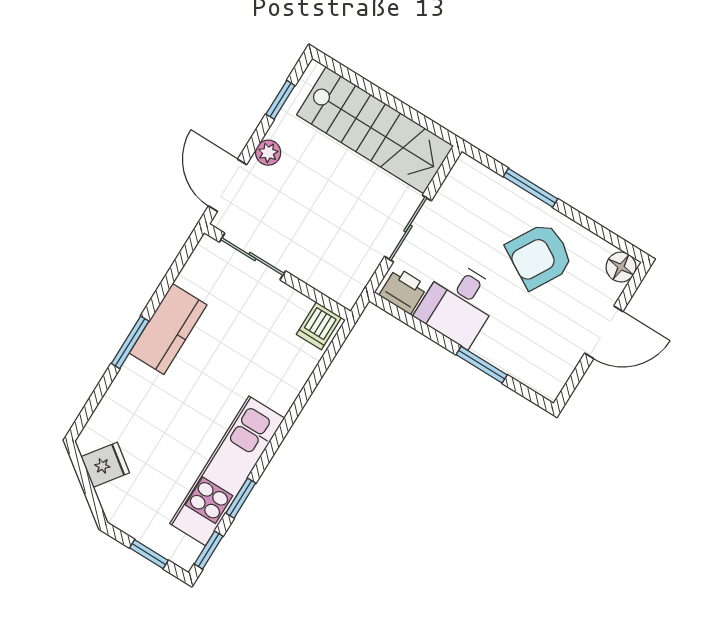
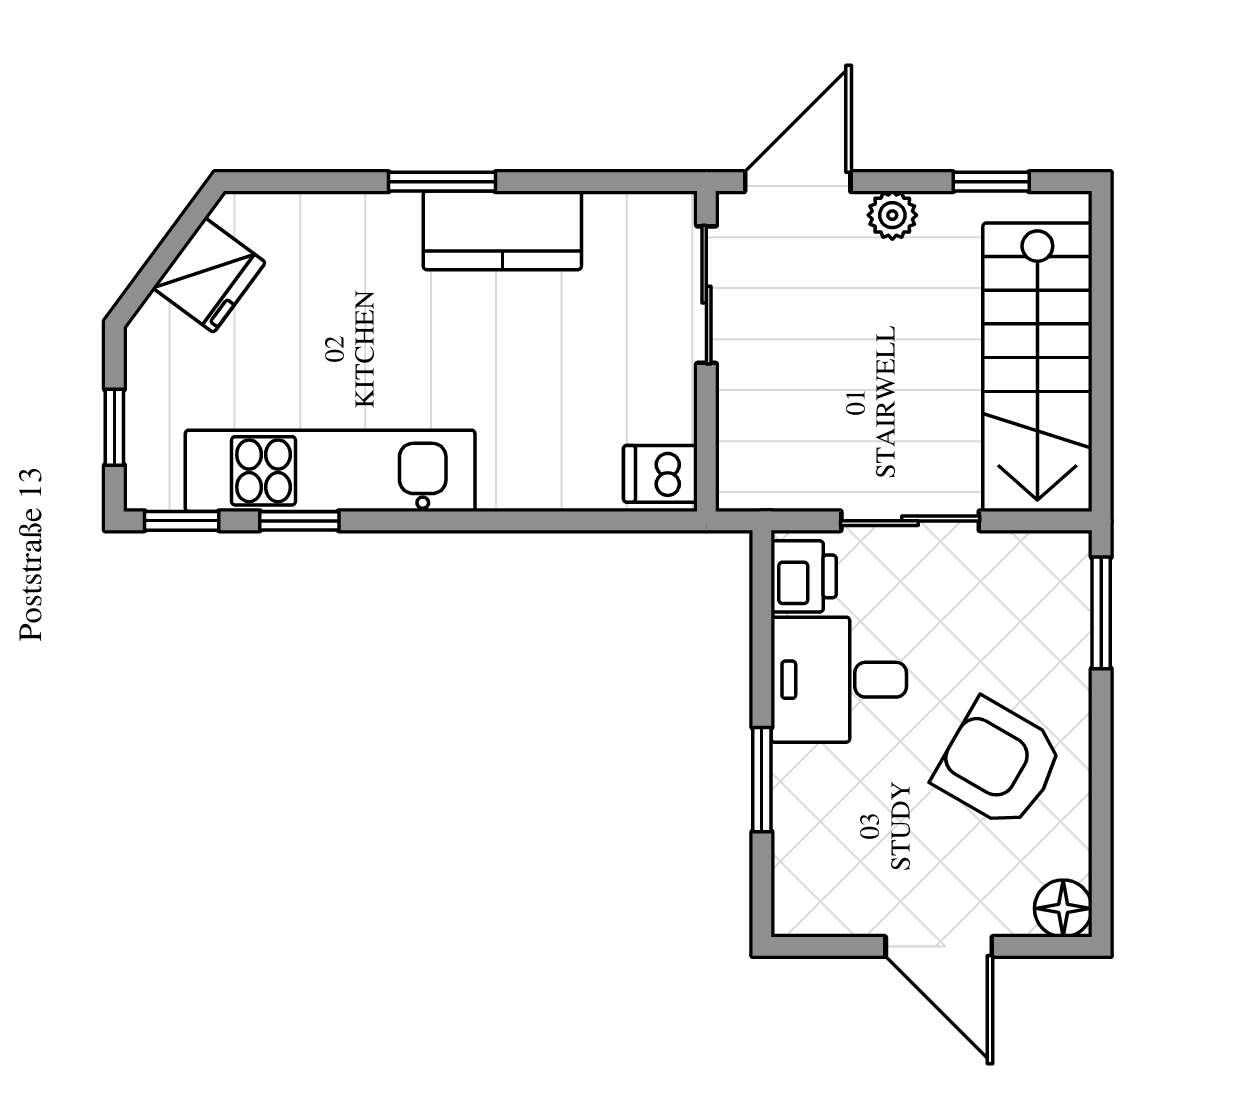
window: (531, 188) -> (1101, 613), moved
fridge: (105, 465) -> (209, 275), width x1.38

